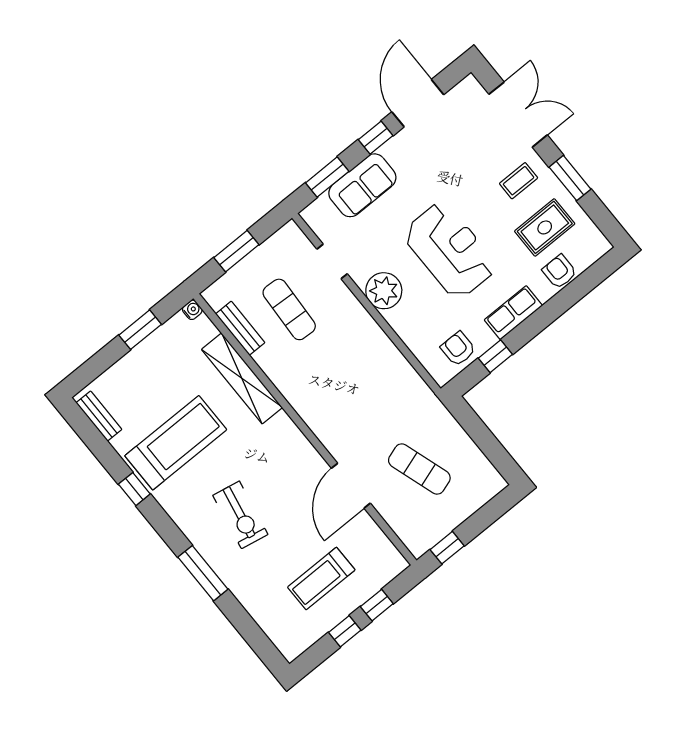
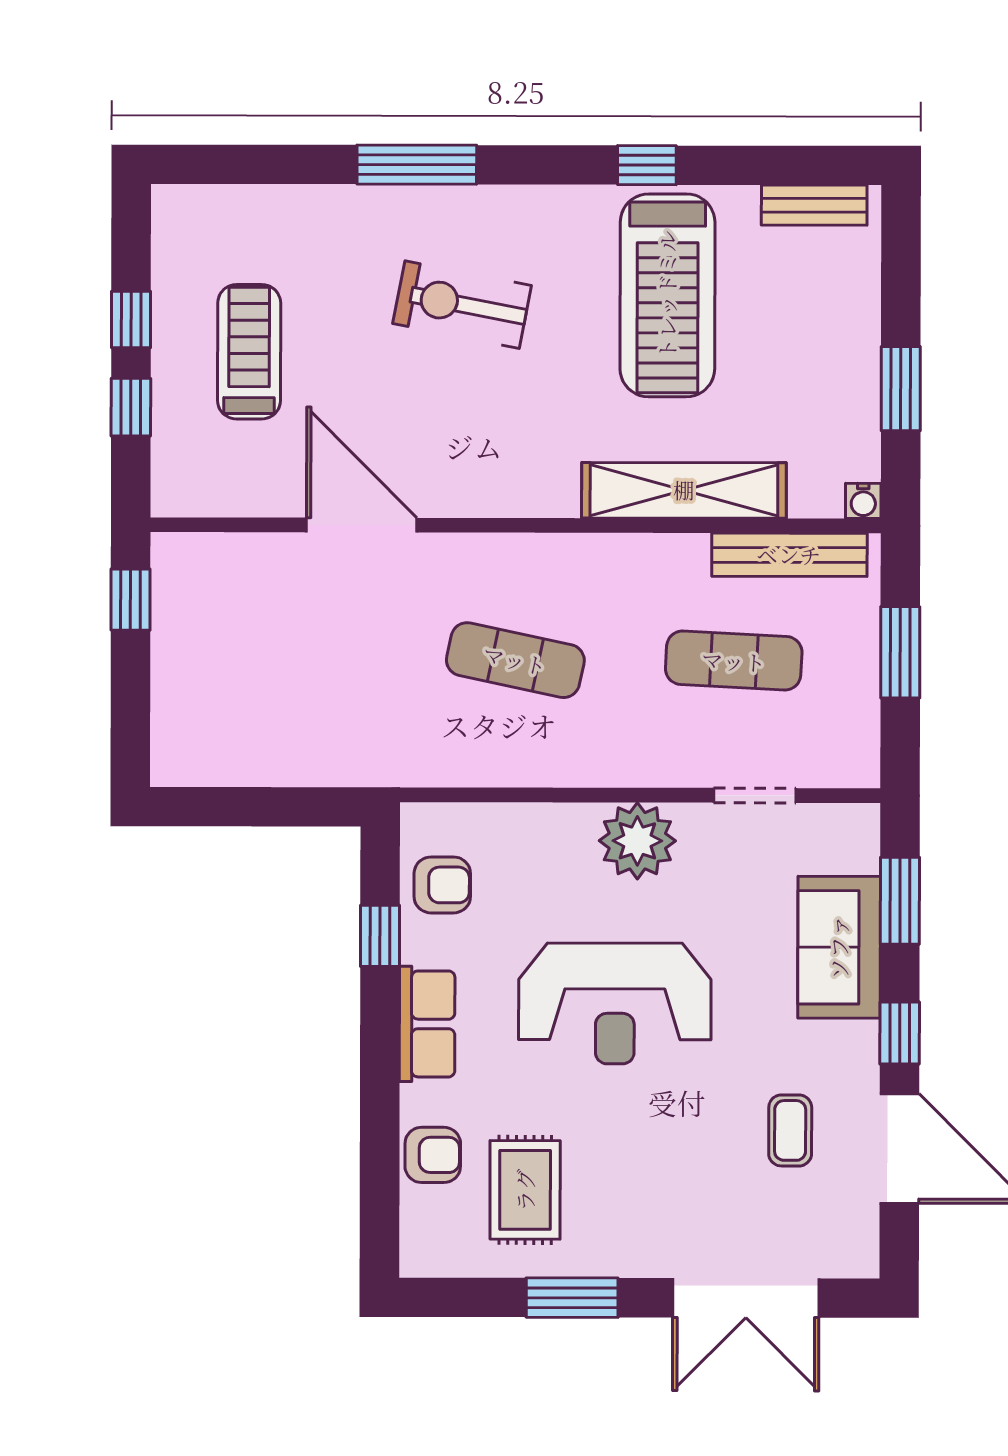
coffee table: (519, 181) -> (790, 1130), moved
bench: (240, 328) -> (789, 555), width x1.36
exercise mat: (419, 469) -> (515, 660), moved, turned 30

